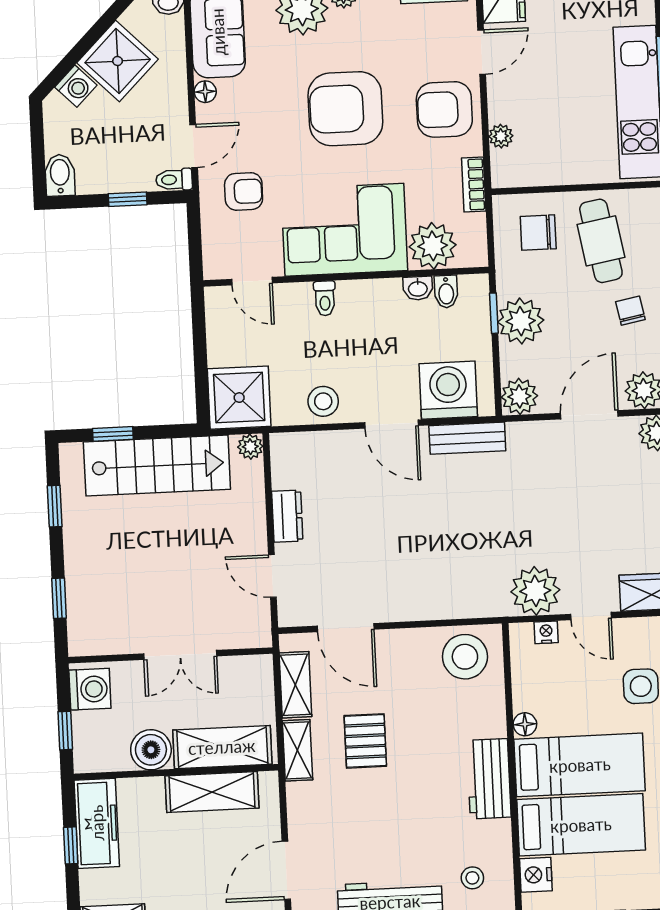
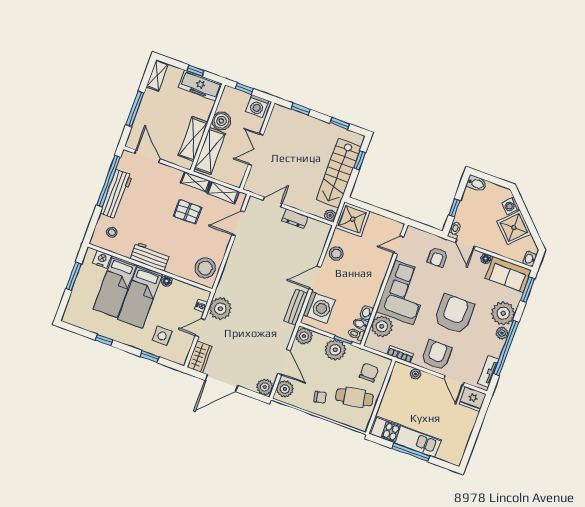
toilet: (325, 298) -> (356, 334), moved

